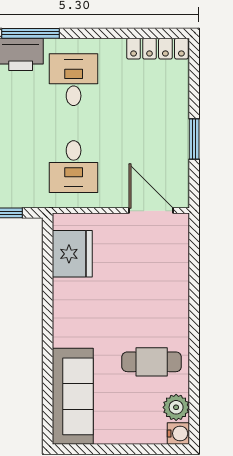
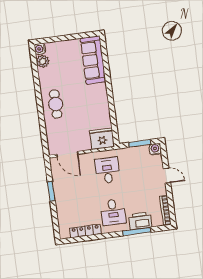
locker: (157, 49) -> (85, 231), moved
fridge: (72, 254) -> (102, 139), moved, turned 90
cafe table: (152, 362) -> (56, 104), moved, turned 90

